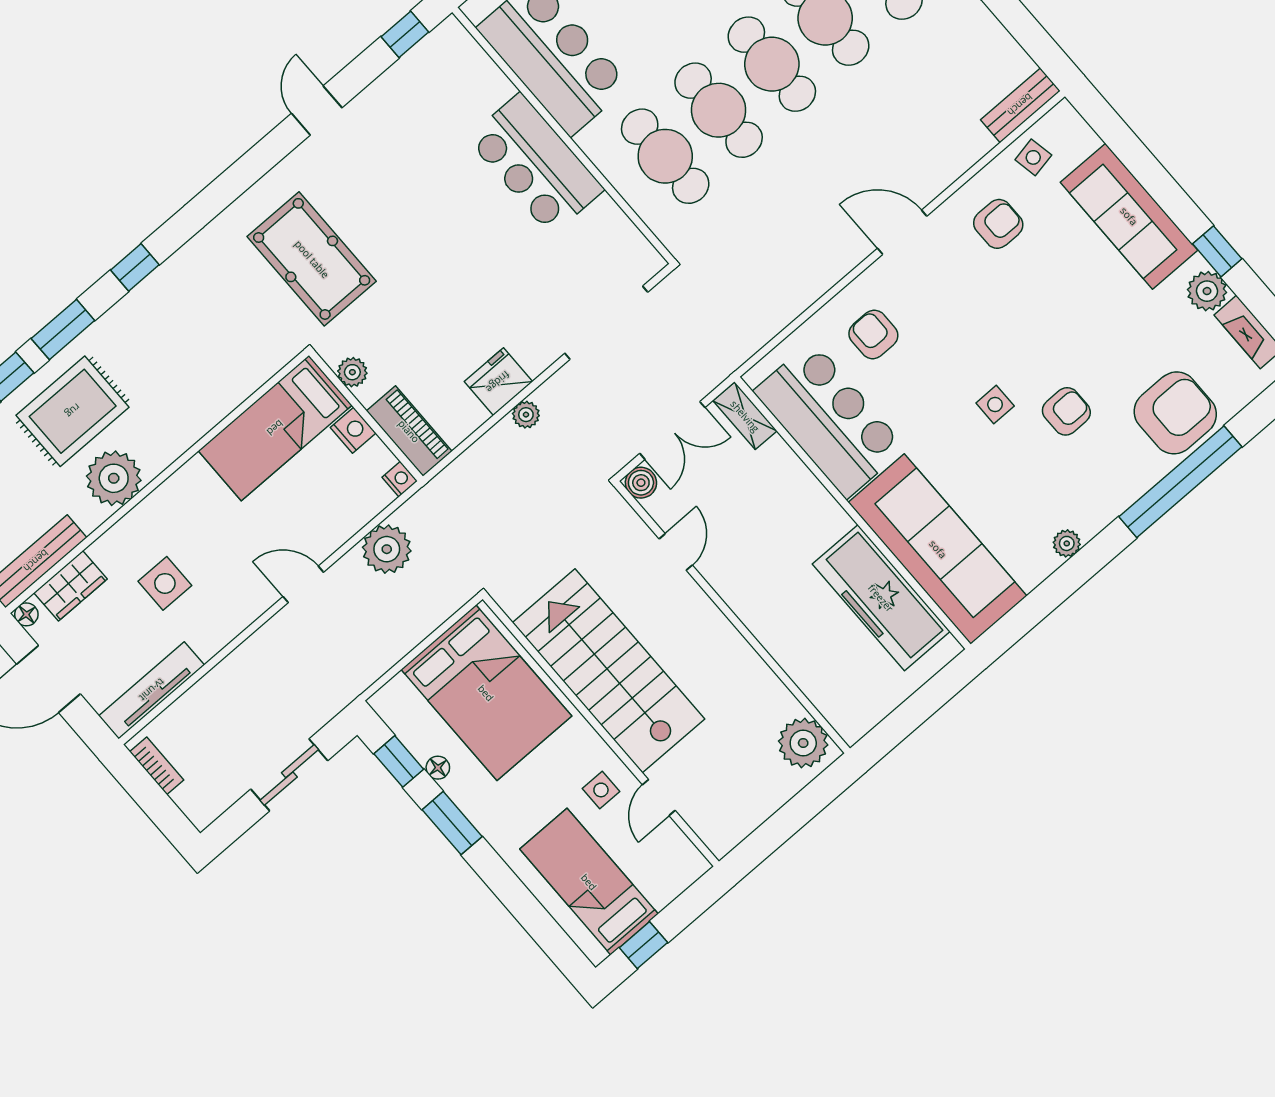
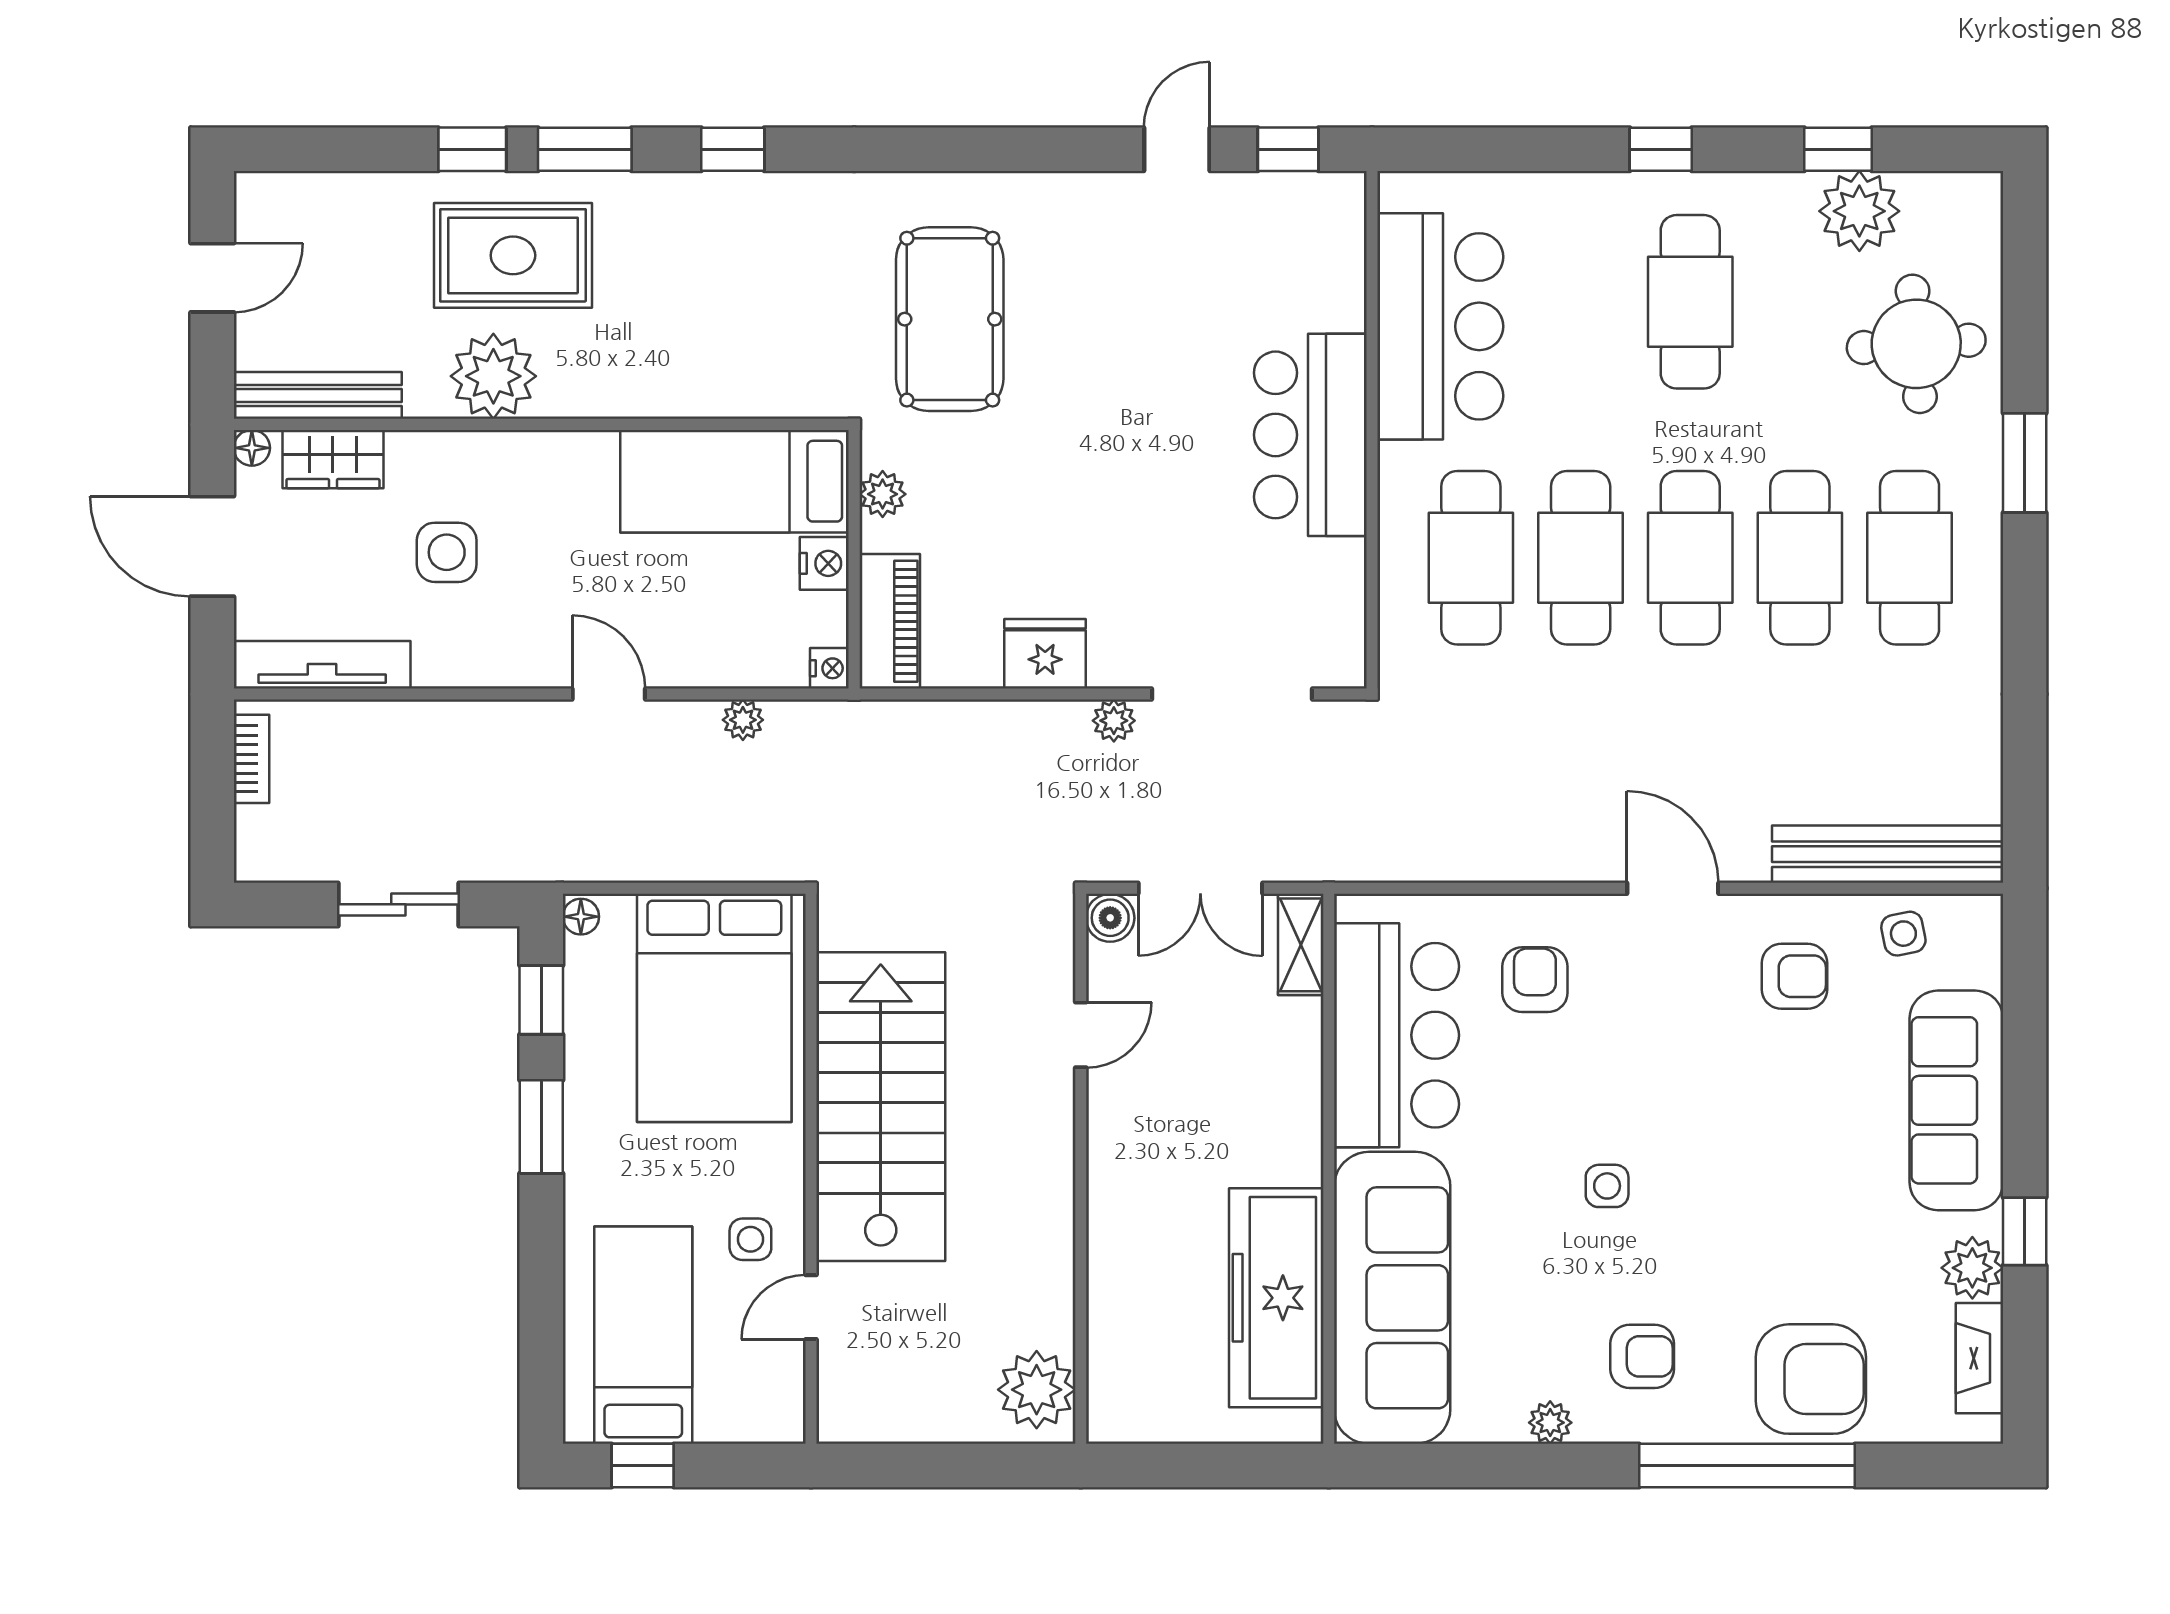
bench: (1020, 105) -> (1888, 854), width x1.86, depth x1.21
door: (317, 111) -> (1177, 149), moved
armchair: (1066, 411) -> (1642, 1356), moved
plant: (526, 415) -> (1114, 721), moved
plant: (387, 549) -> (743, 720), width x0.53, depth x0.53
floor lamp: (438, 768) -> (581, 917), moved

